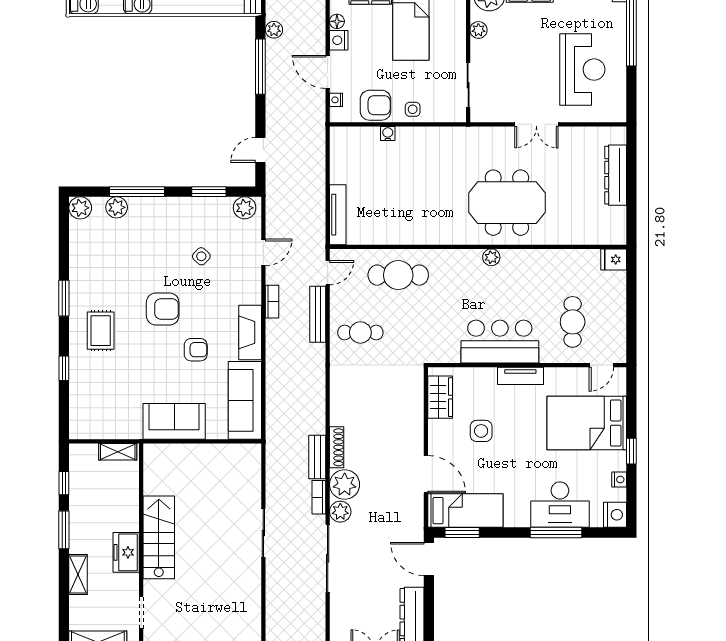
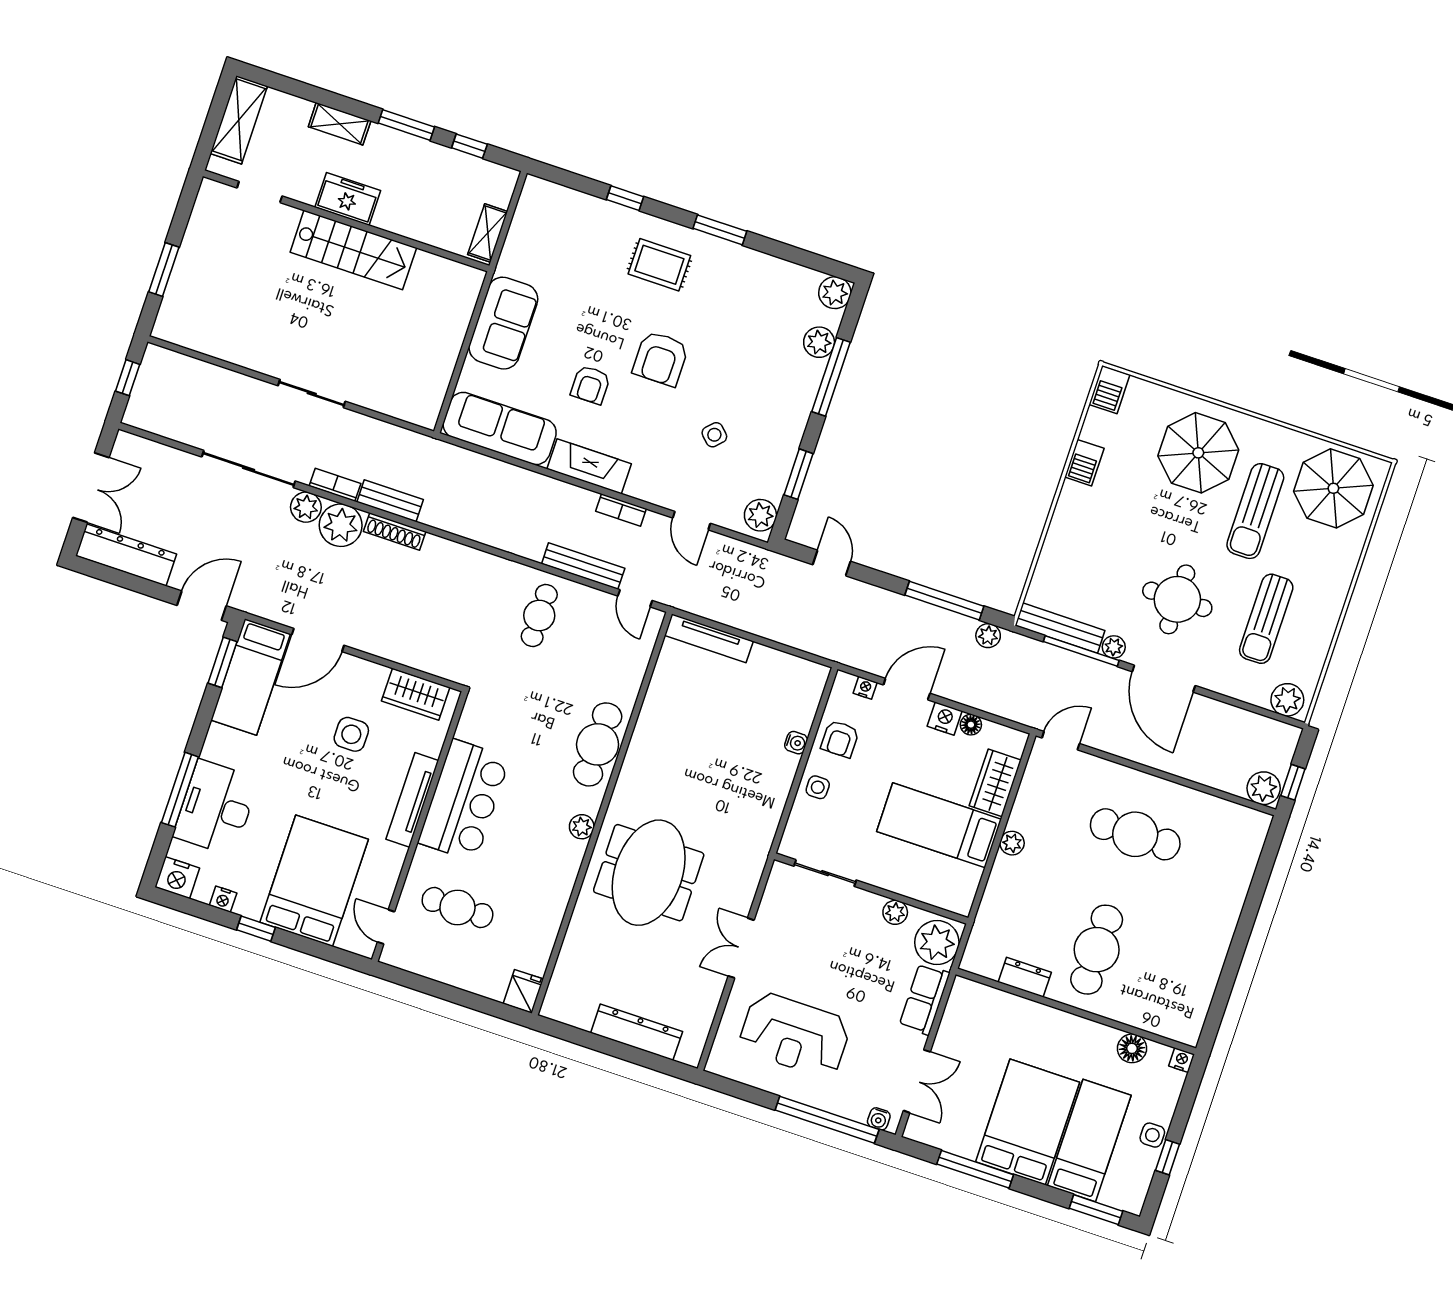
armchair: (376, 105) -> (840, 739), width x0.72, depth x0.72
cafe table: (398, 275) -> (598, 744), moved
tv unit: (520, 376) -> (412, 800), width x1.41

